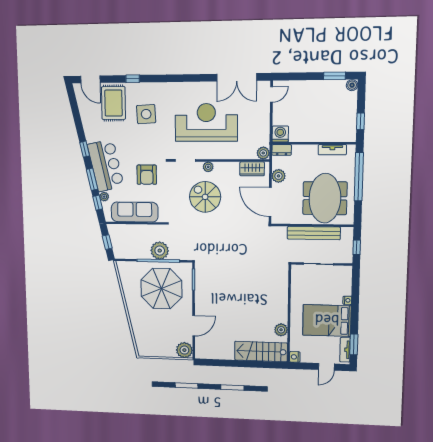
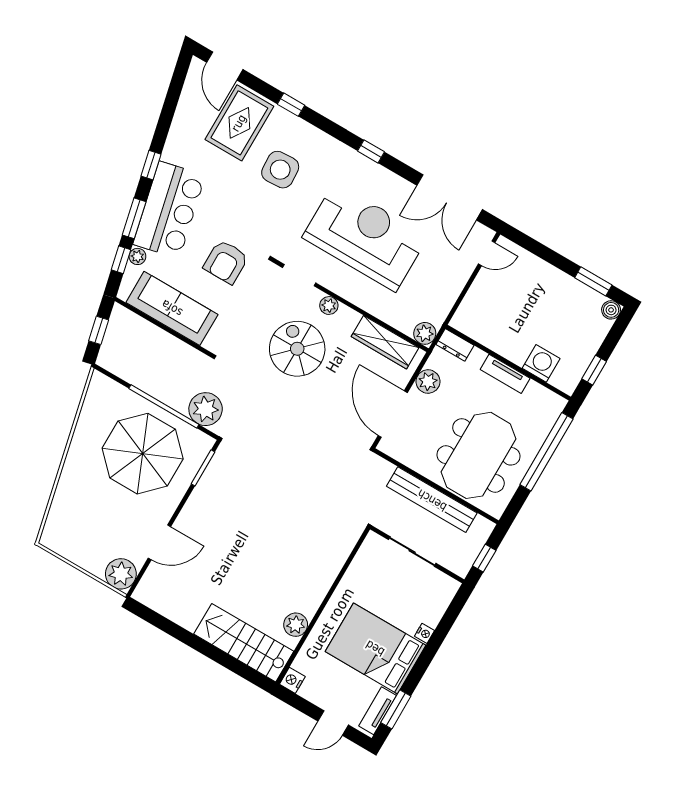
window: (185, 78) -> (371, 151), added
washing machine: (280, 134) -> (541, 363), moved
tv unit: (332, 150) -> (505, 374), moved
wardrobe: (252, 169) -> (385, 342), width x1.50
plant: (160, 251) -> (206, 409), moved

